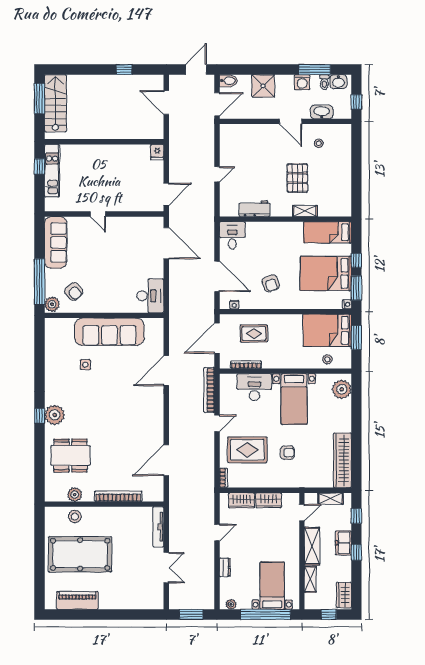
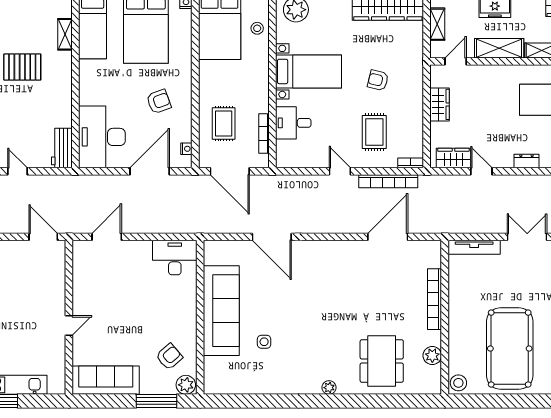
workbench: (255, 209) -> (62, 148), moved
shelving: (305, 211) -> (65, 34), moved
desk: (232, 235) -> (102, 137), width x1.87, depth x1.30
door: (166, 243) -> (107, 237), width x0.73
window: (40, 282) -> (157, 401), width x0.68
desk: (254, 387) -> (293, 123), width x0.73
bookcase: (209, 390) -> (388, 181), moved
plant: (55, 415) -> (329, 388), width x0.53, depth x0.53
window: (40, 416) -> (330, 401), removed
rug: (247, 450) -> (374, 132), width x0.73, depth x0.70
armchair: (287, 453) -> (378, 80), turned -76
door: (166, 460) -> (388, 237), swing flipped
wardrobe: (242, 500) -> (453, 158), moved, turned -90
door: (302, 513) -> (456, 61), hinge flipped
stool: (75, 517) -> (458, 383), moved

